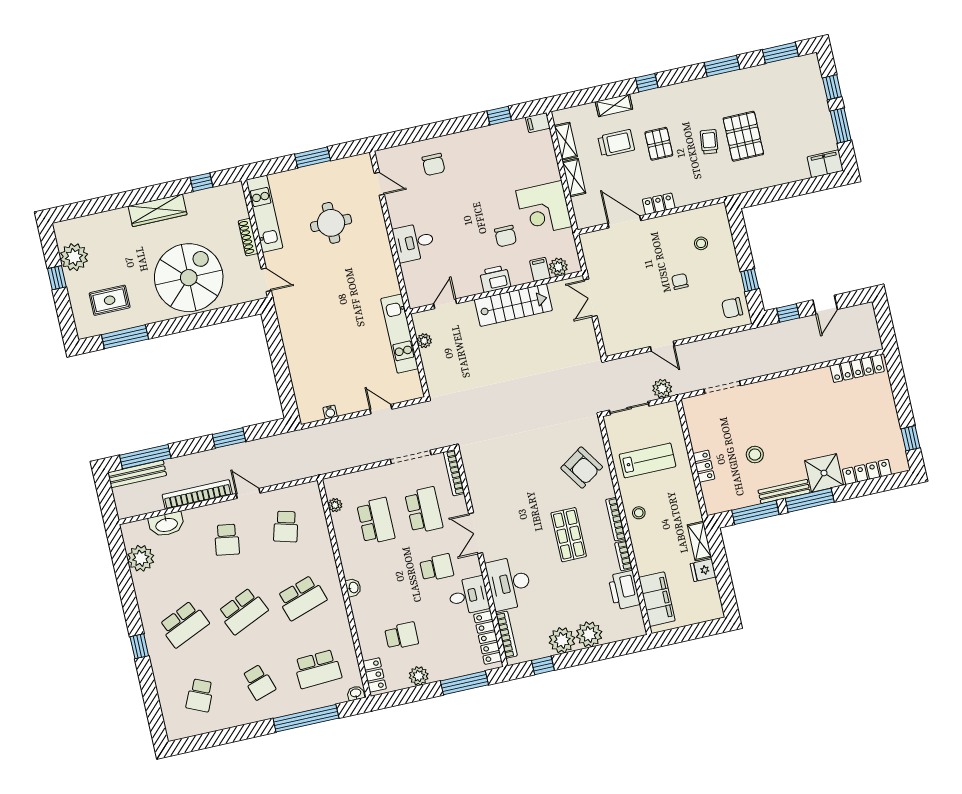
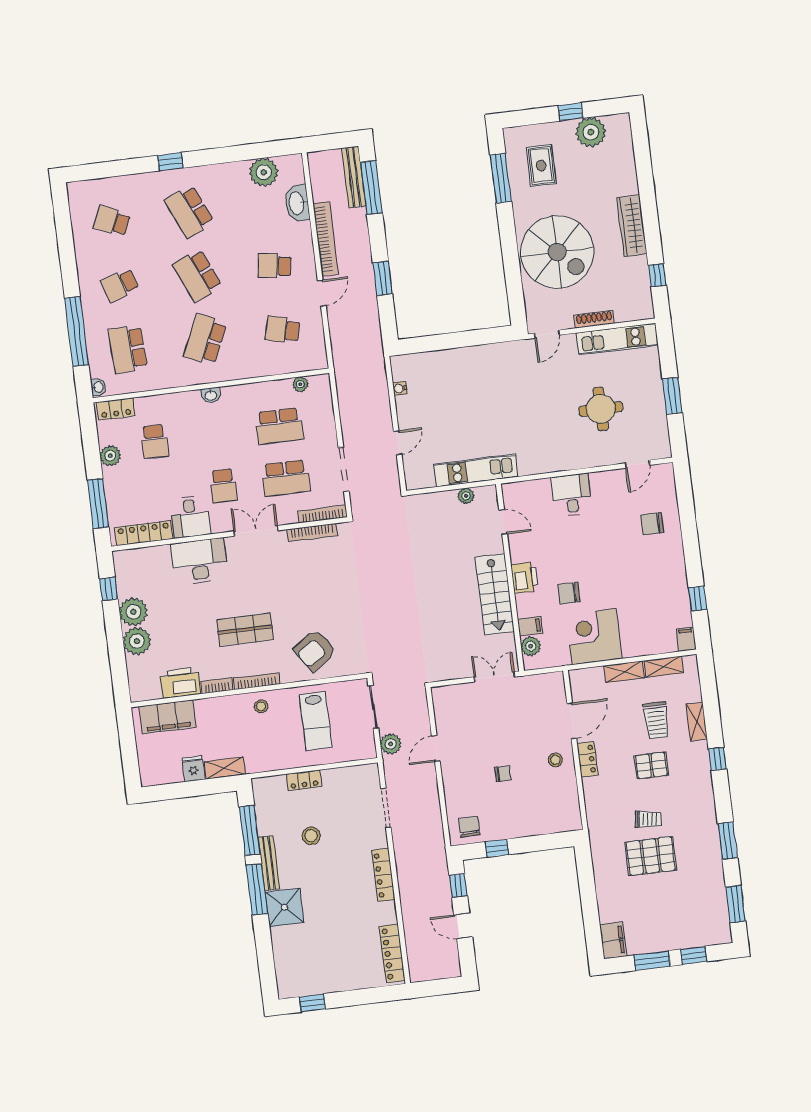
stool: (701, 243) -> (555, 760), moved
locker: (867, 472) -> (383, 875), moved, turned 180
school desk: (302, 598) -> (205, 339), turned 42
bookcase: (507, 635) -> (312, 533), moved

